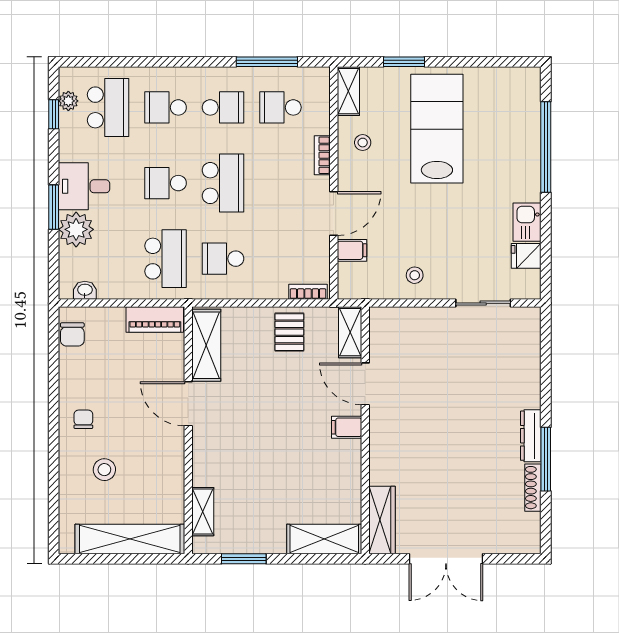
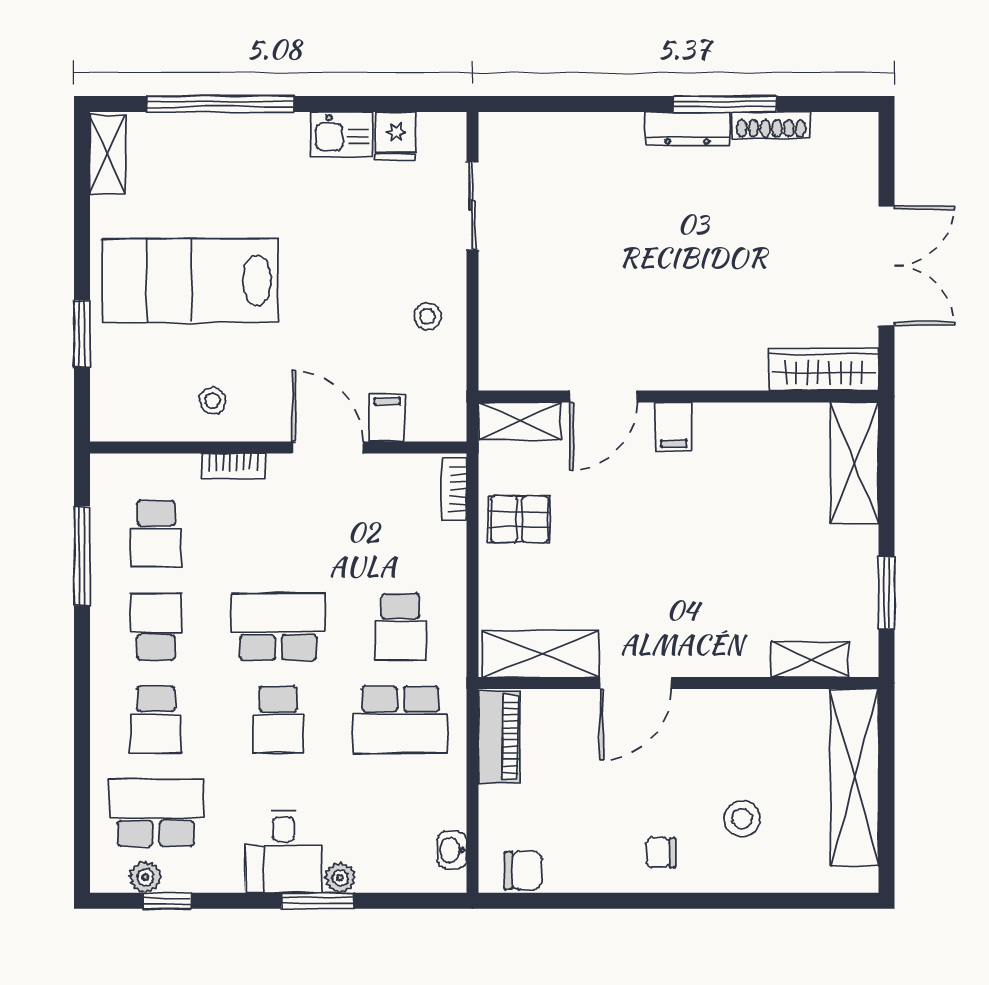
shelving: (348, 91) -> (108, 154), moved, turned 90
plant: (76, 229) -> (340, 878), width x0.53, depth x0.53
school desk: (166, 259) -> (401, 720), turned 180

